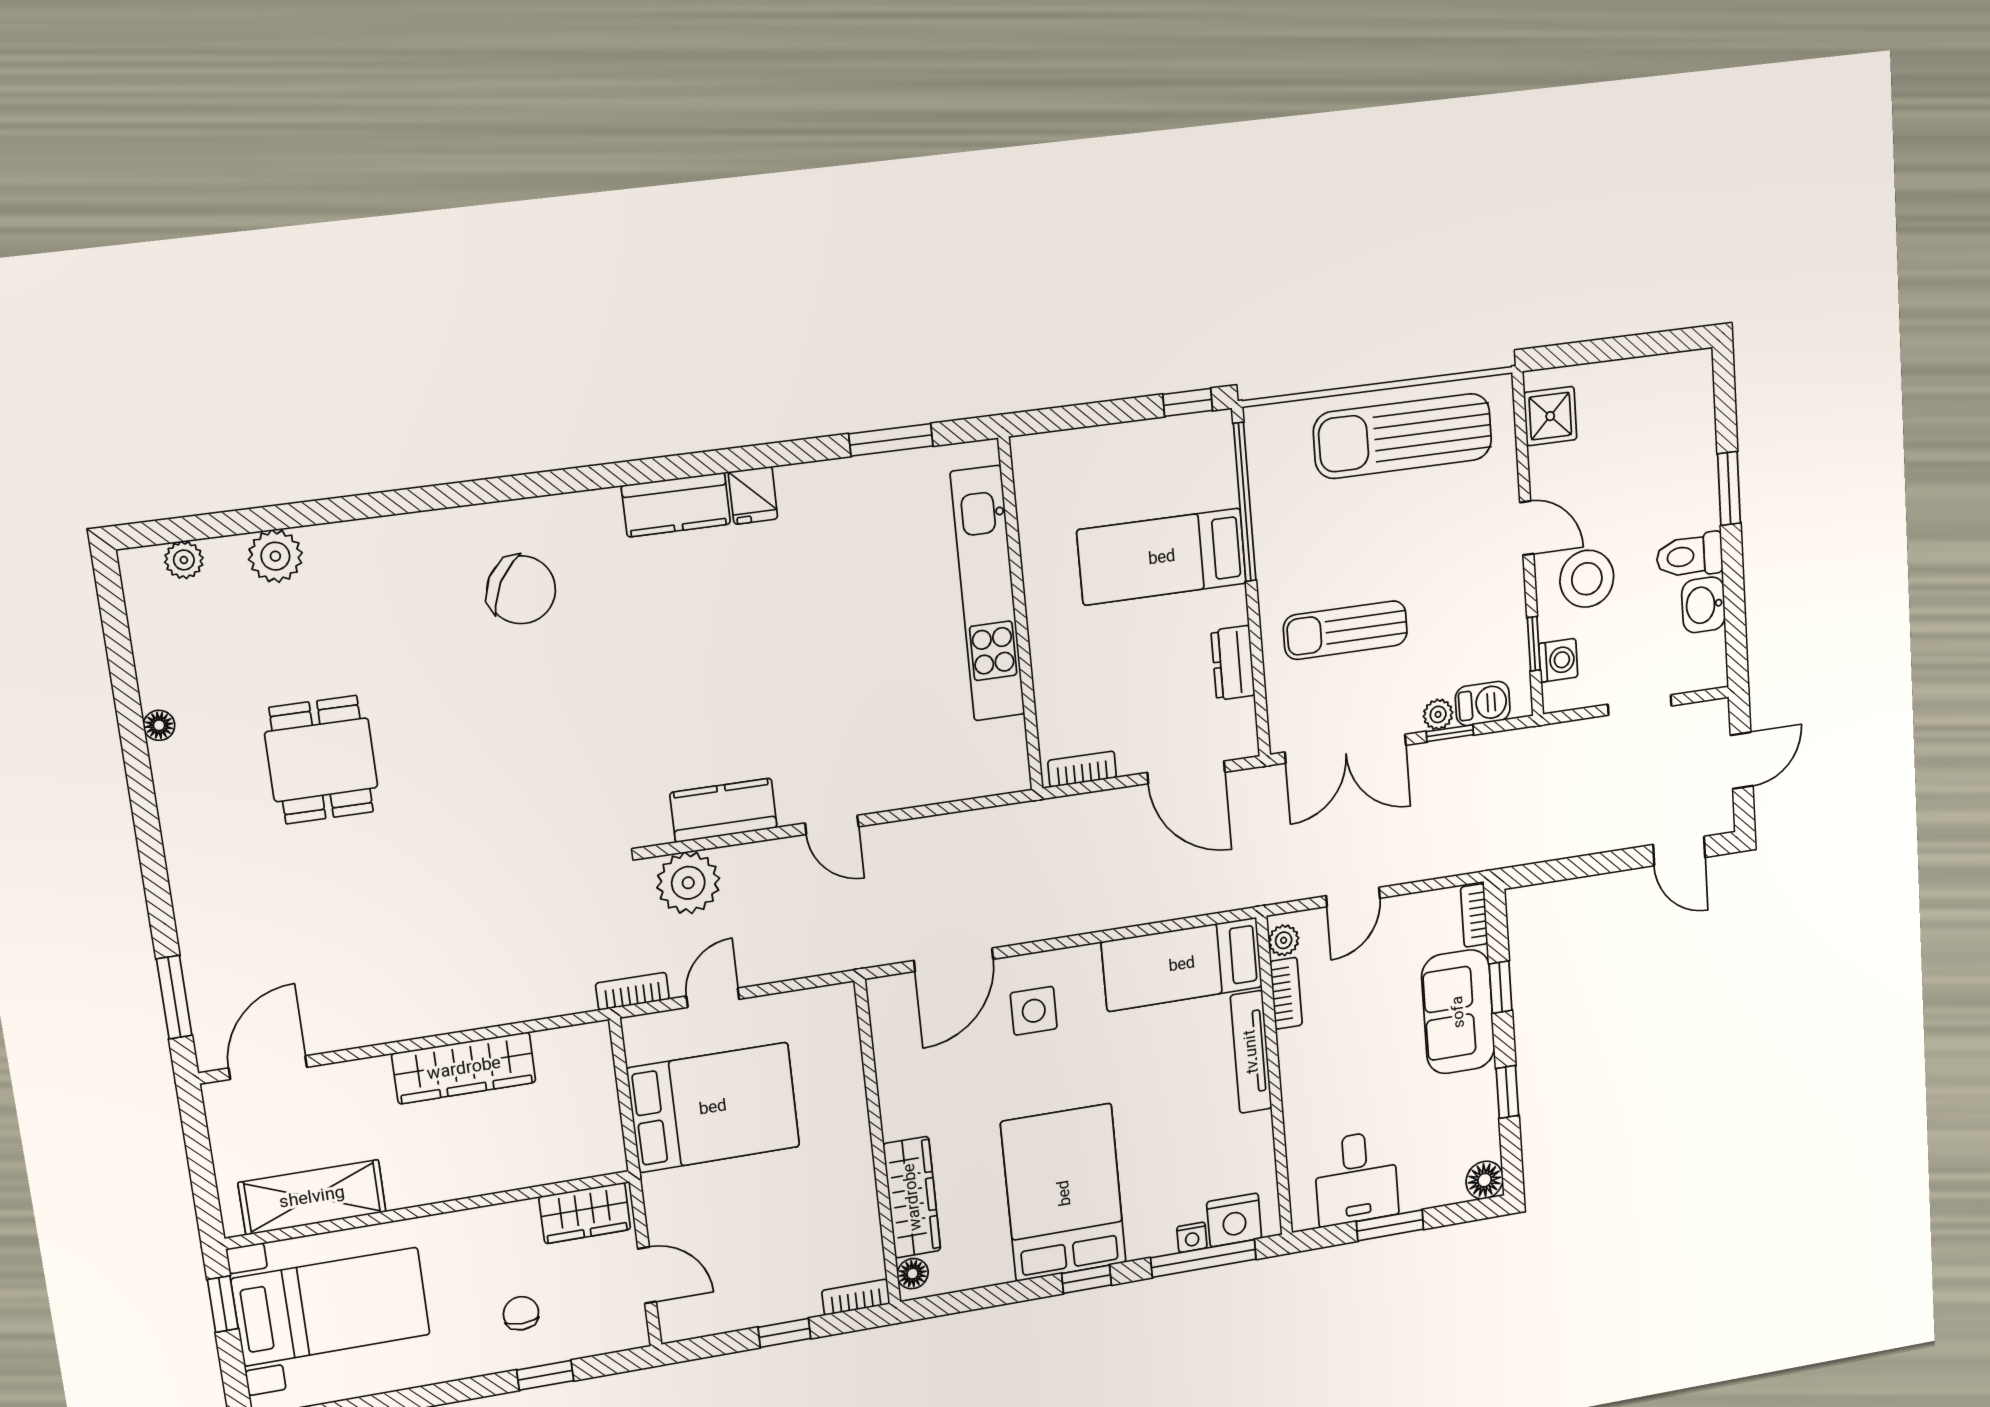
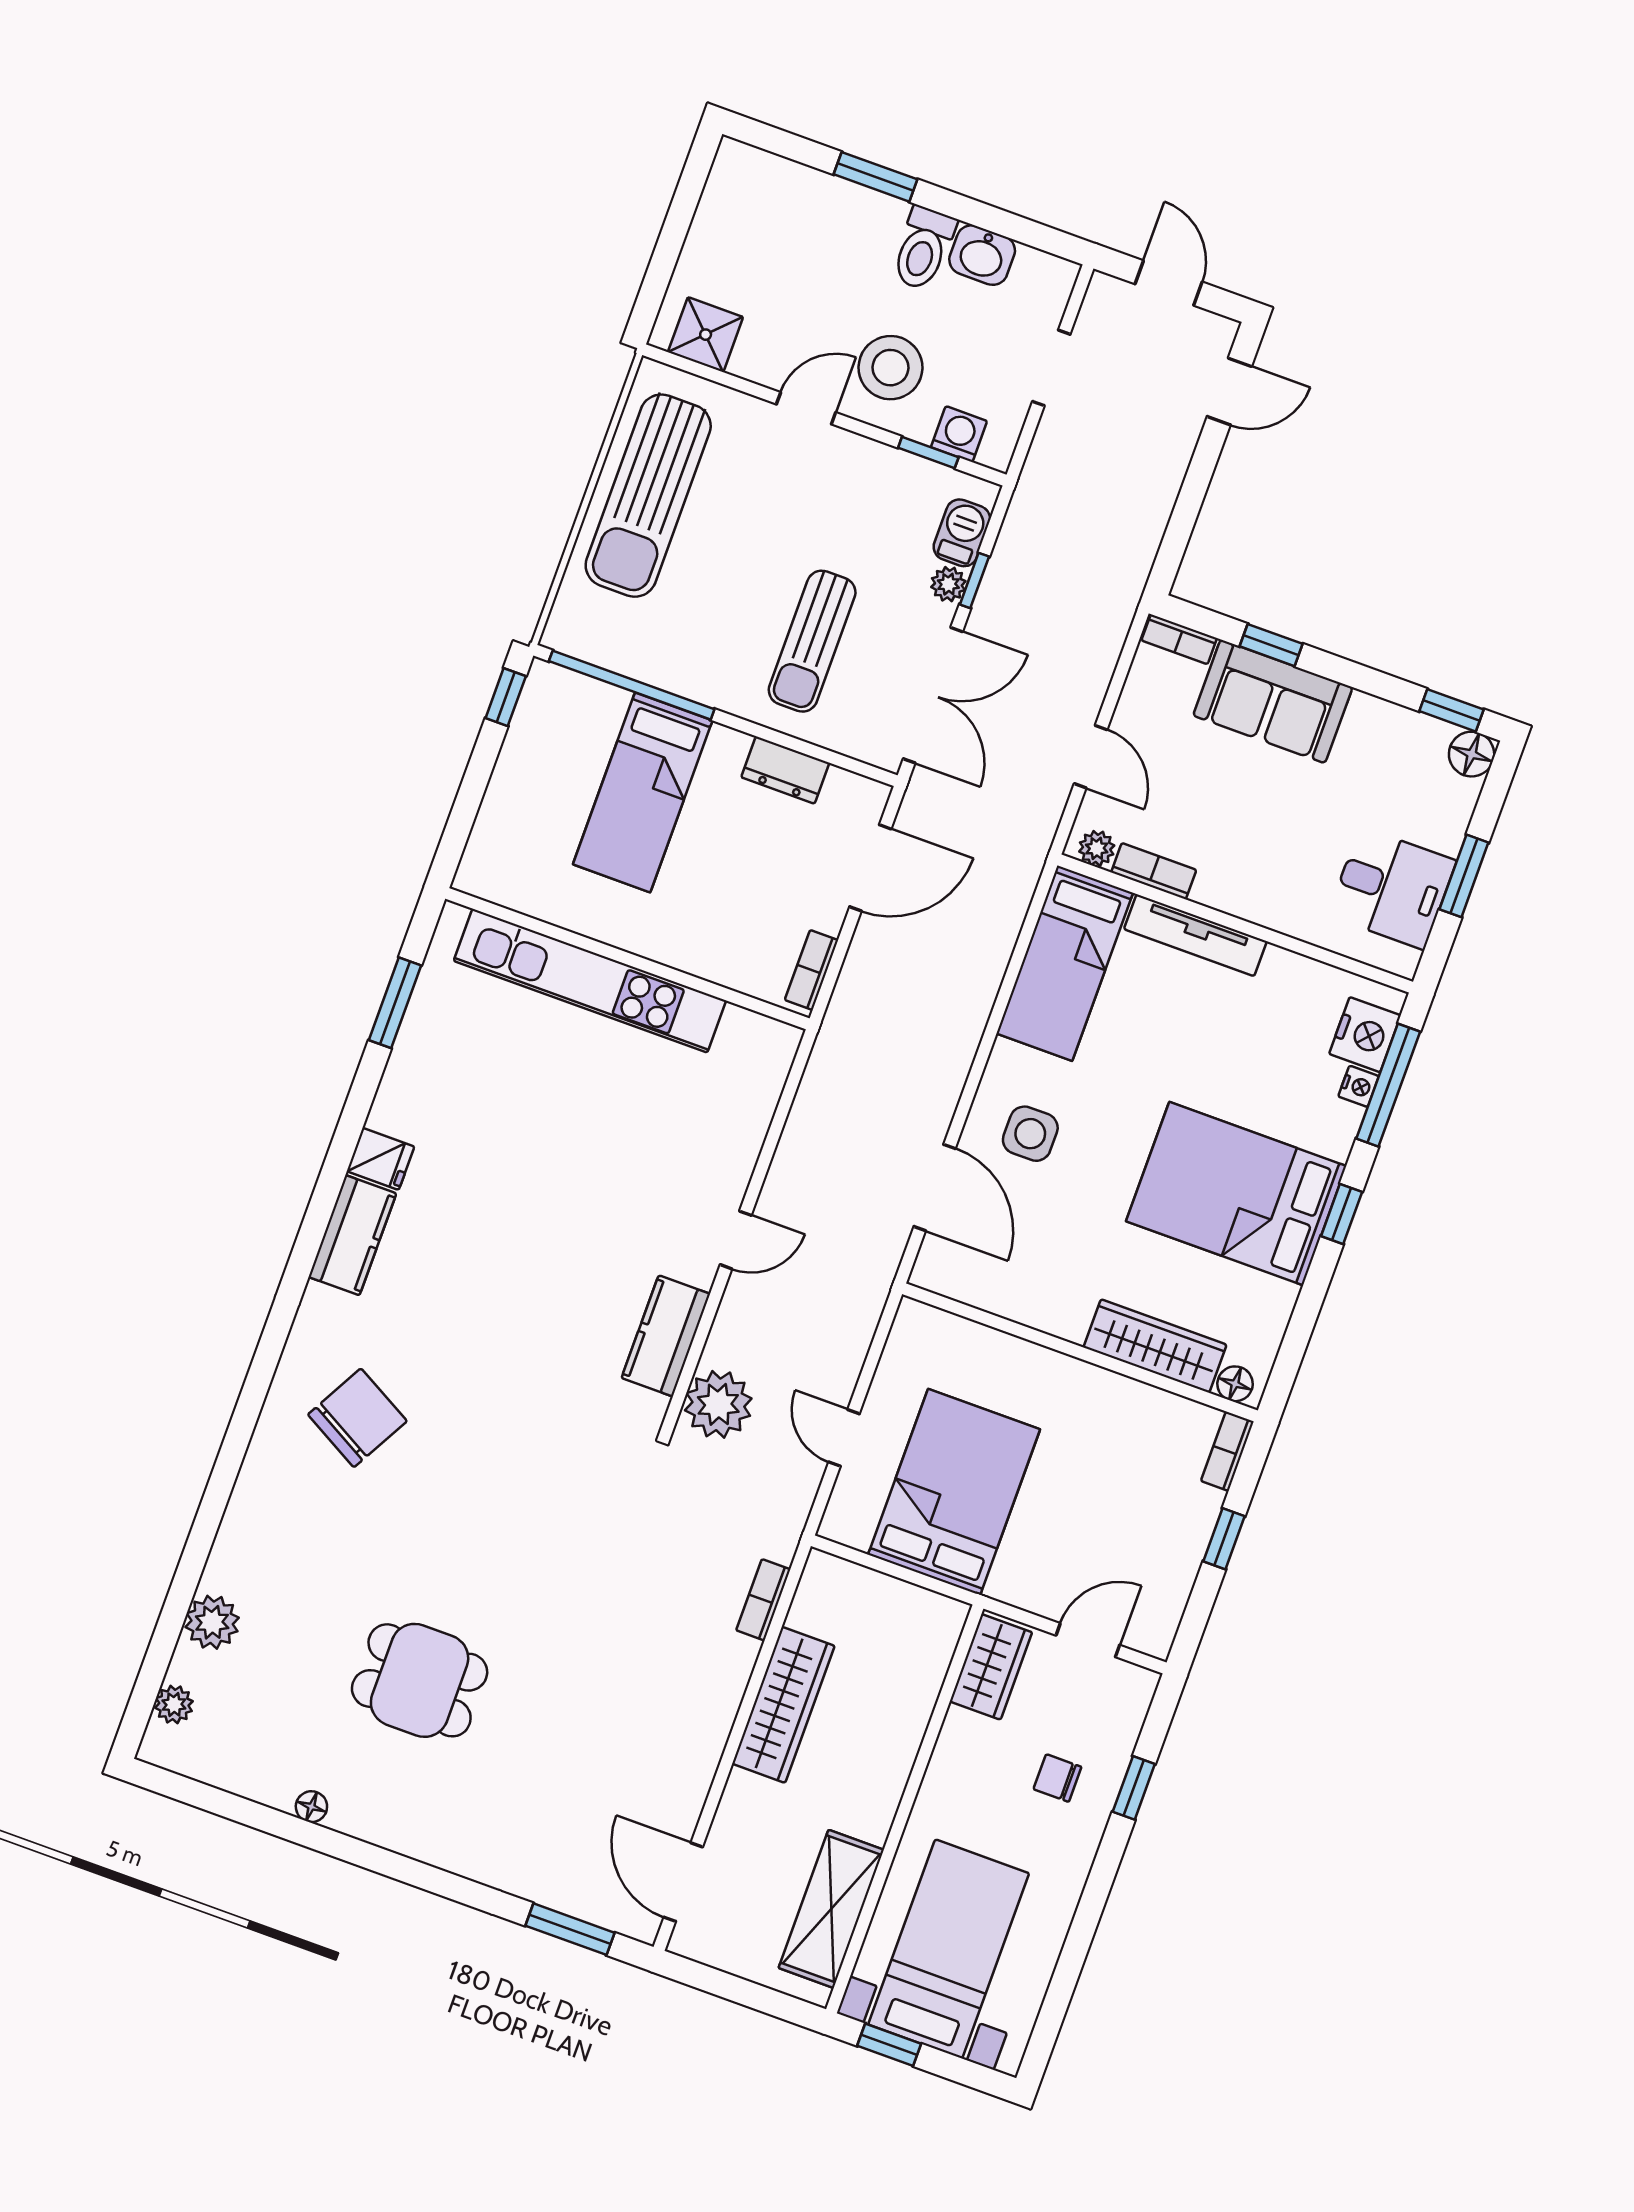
bookcase: (632, 991) -> (763, 1600), moved
window: (1507, 1092) -> (1451, 710), moved

